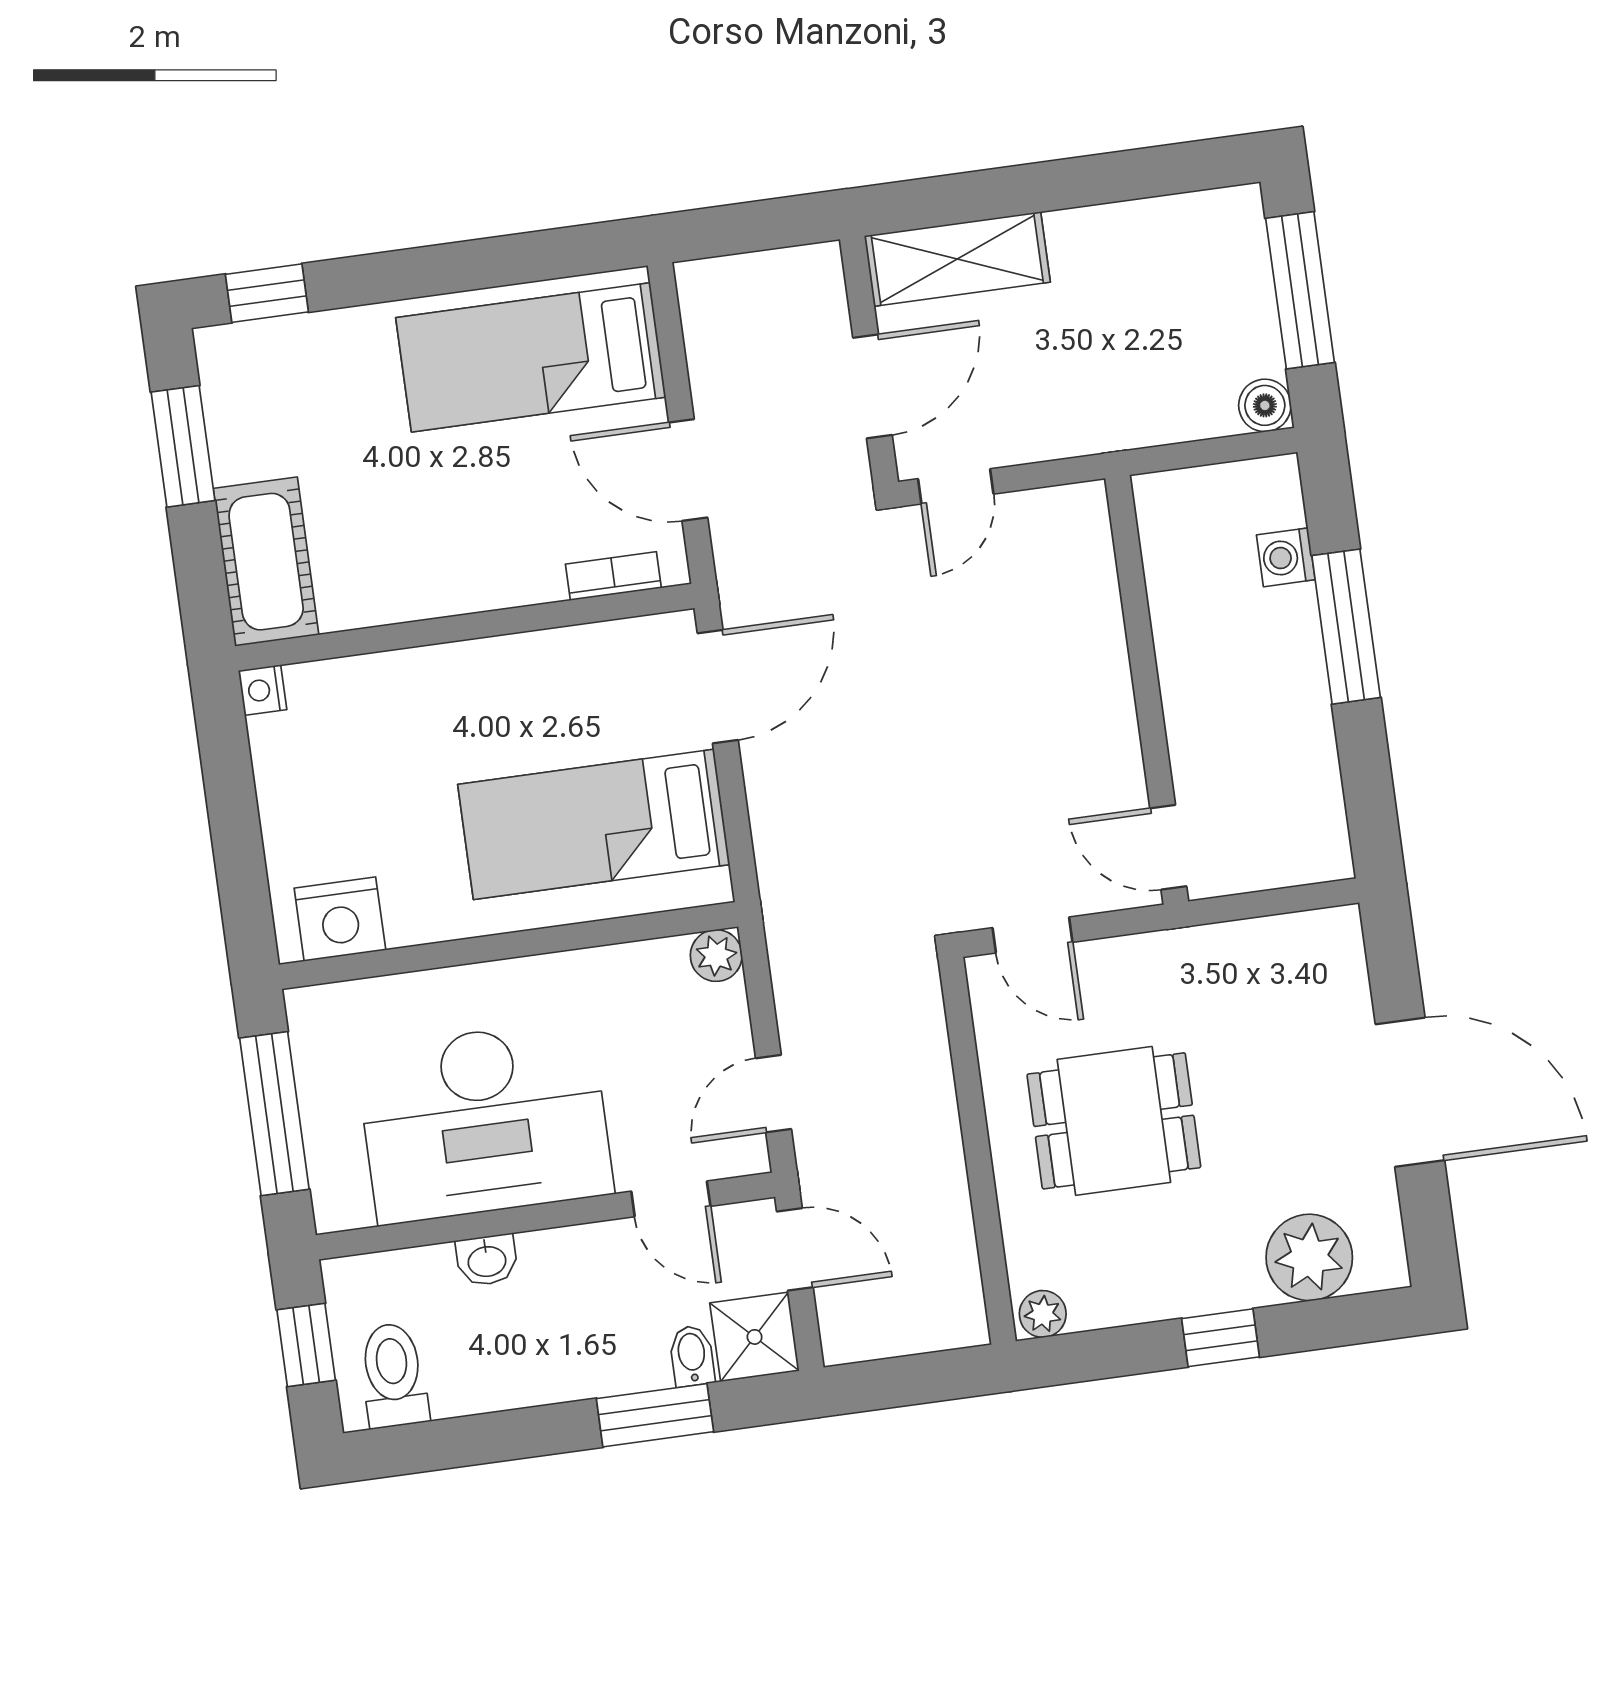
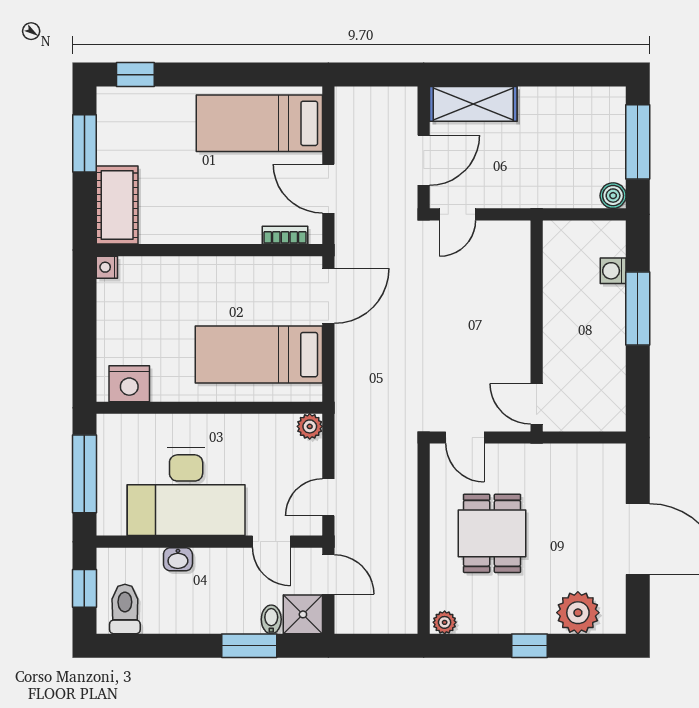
dining table: (1114, 1121) -> (492, 533), turned 90

